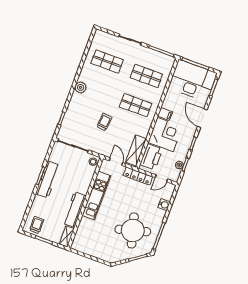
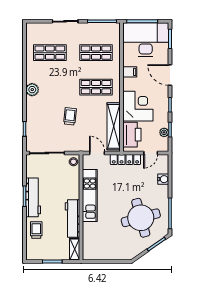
filing cabinet: (165, 114) -> (130, 72), moved
shelving: (136, 151) -> (114, 126), width x1.47
trolley: (37, 225) -> (36, 230), moved

